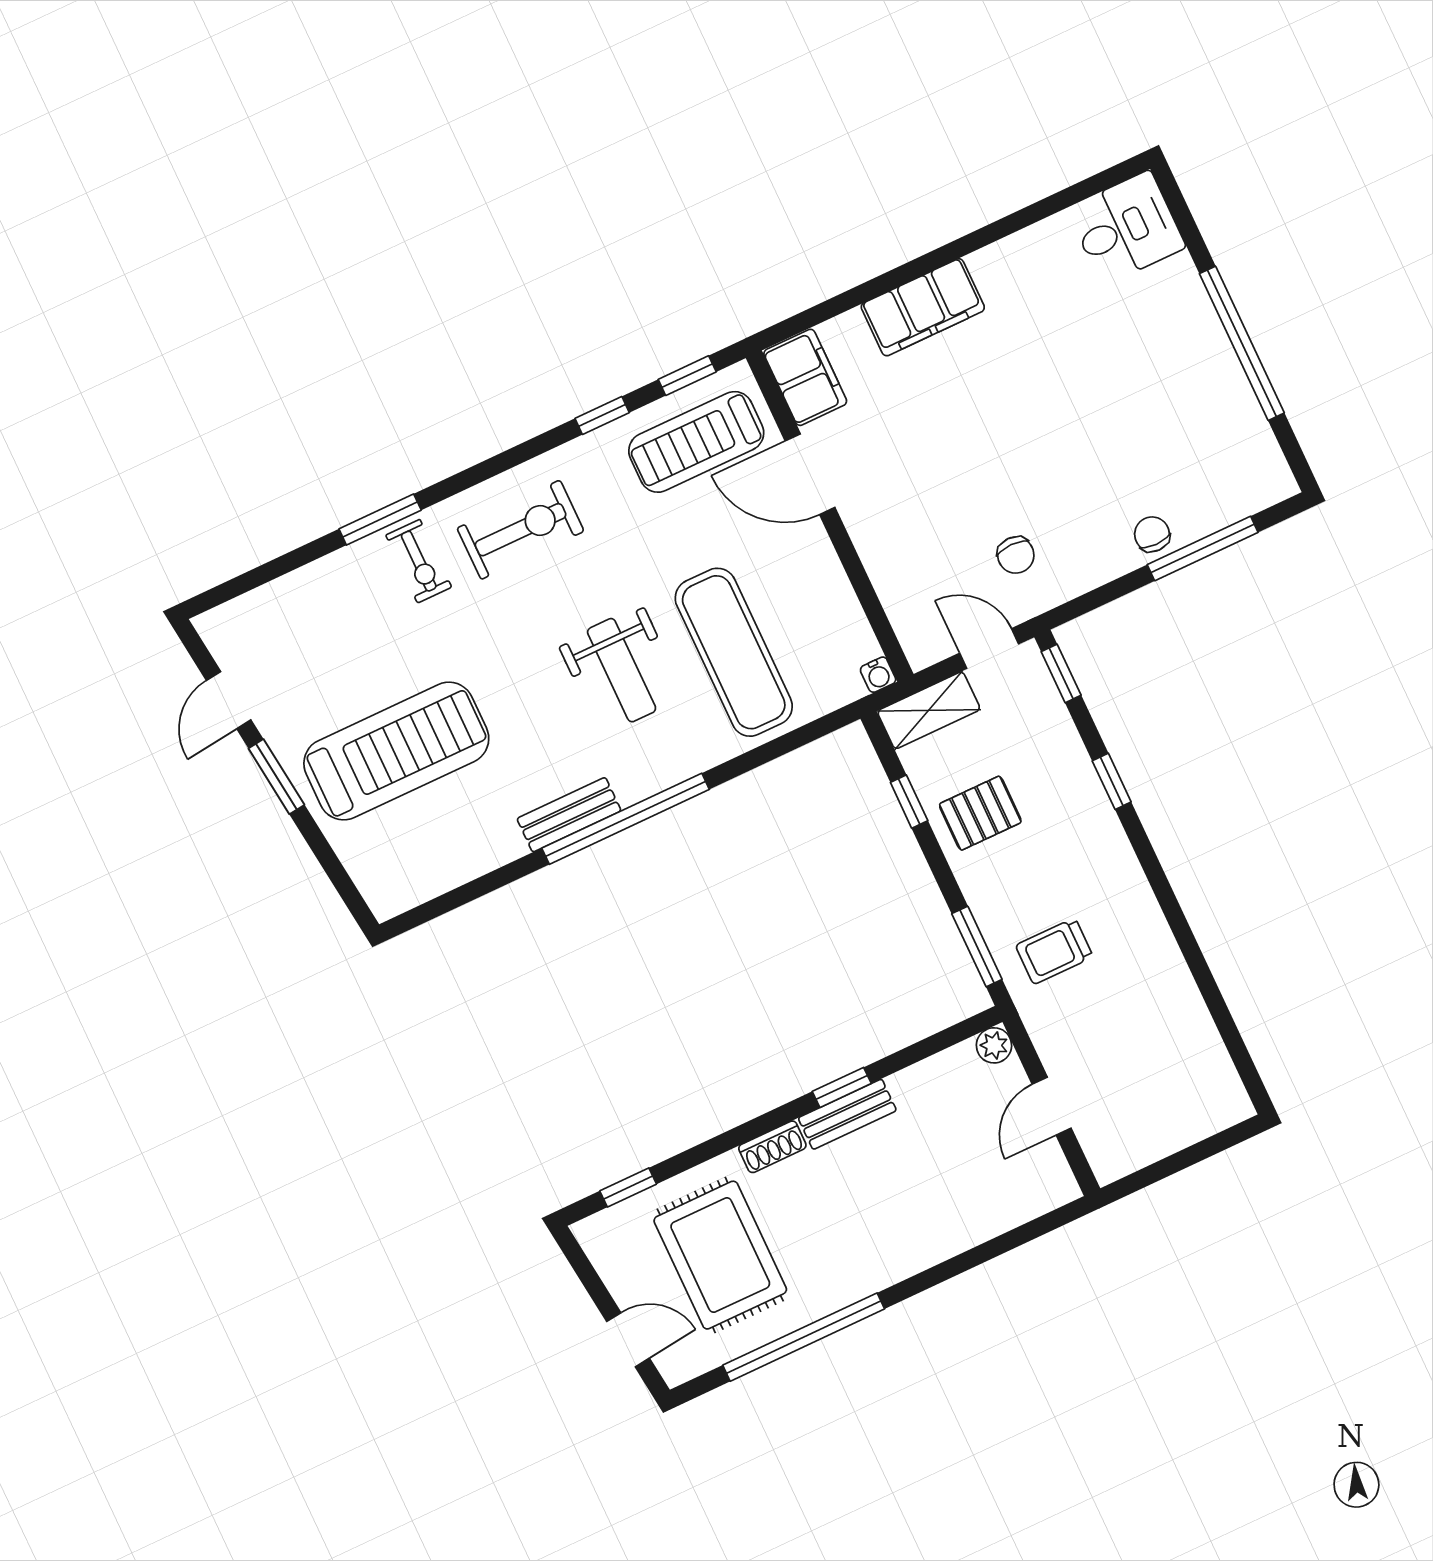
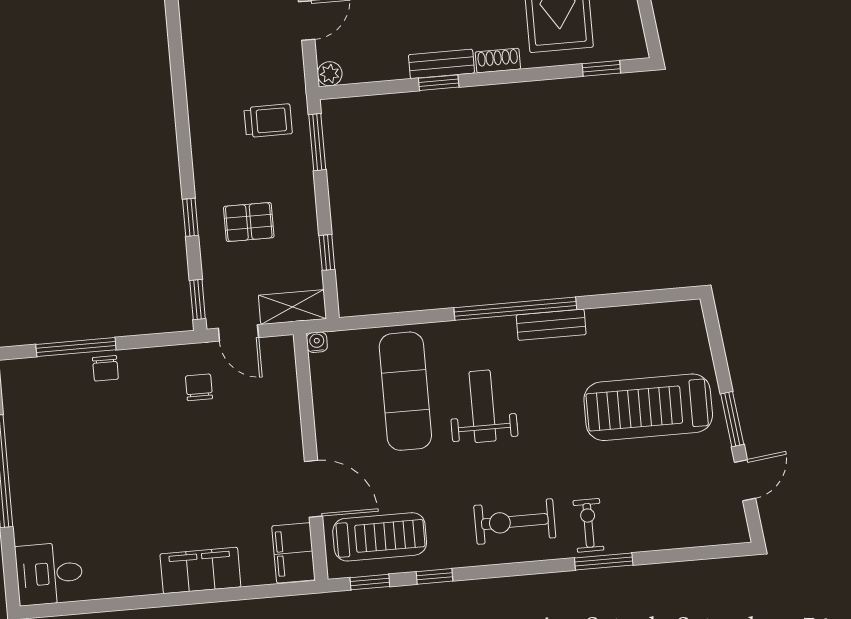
pallet: (980, 813) -> (249, 222), moved

